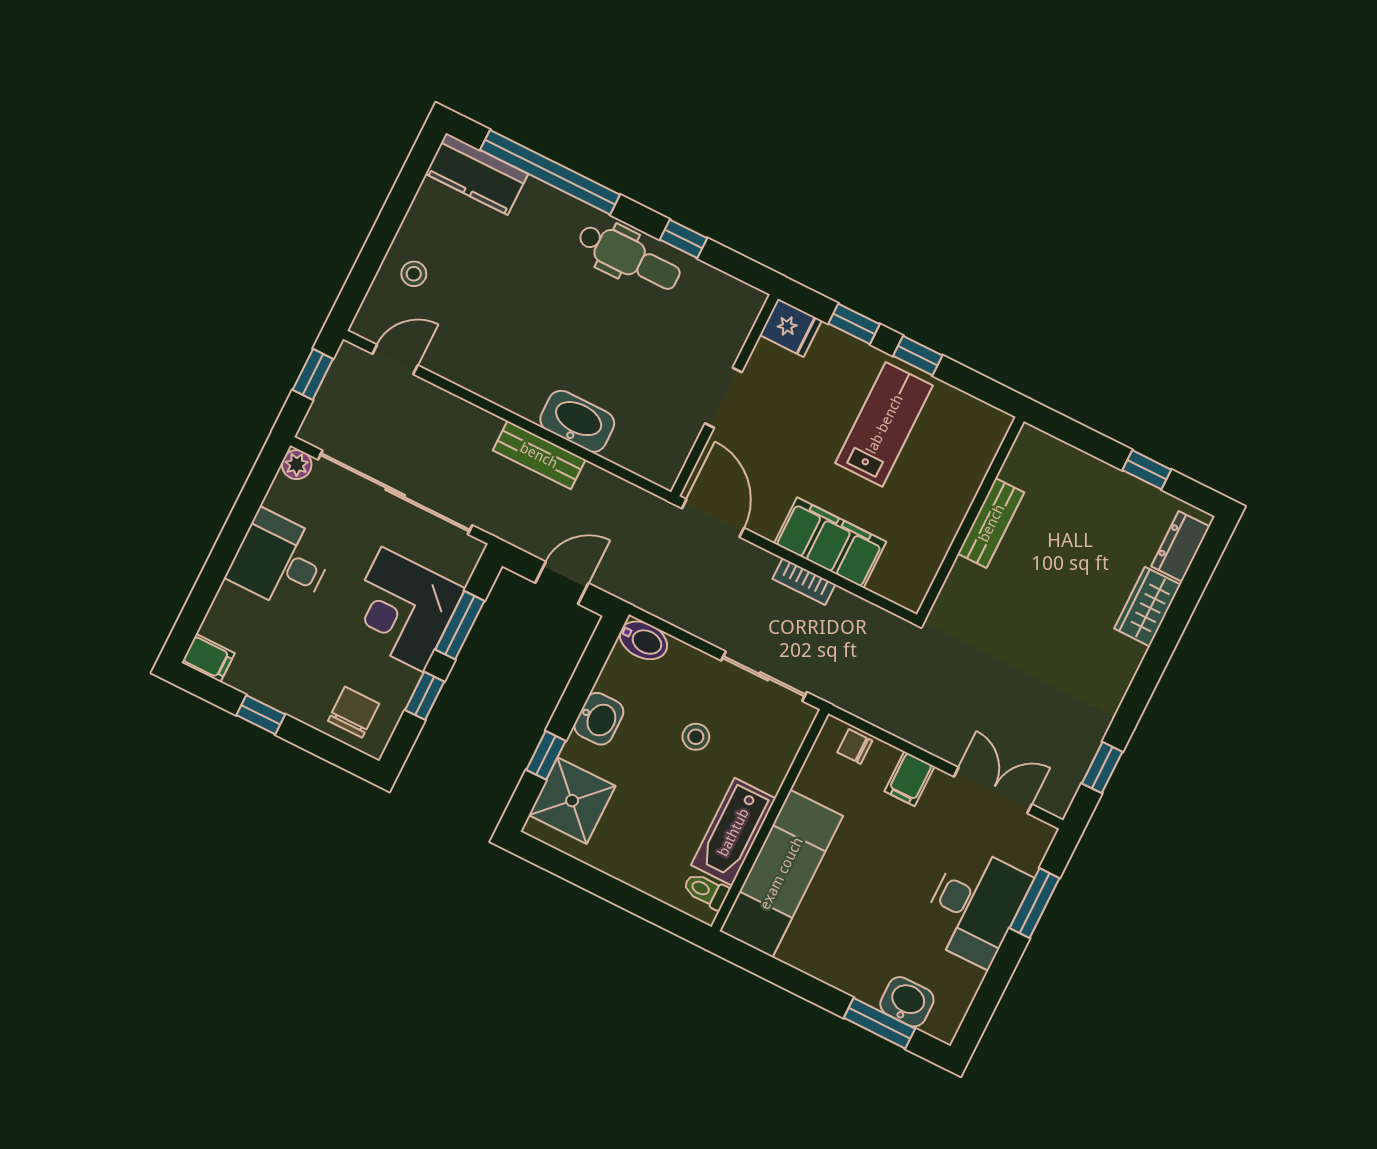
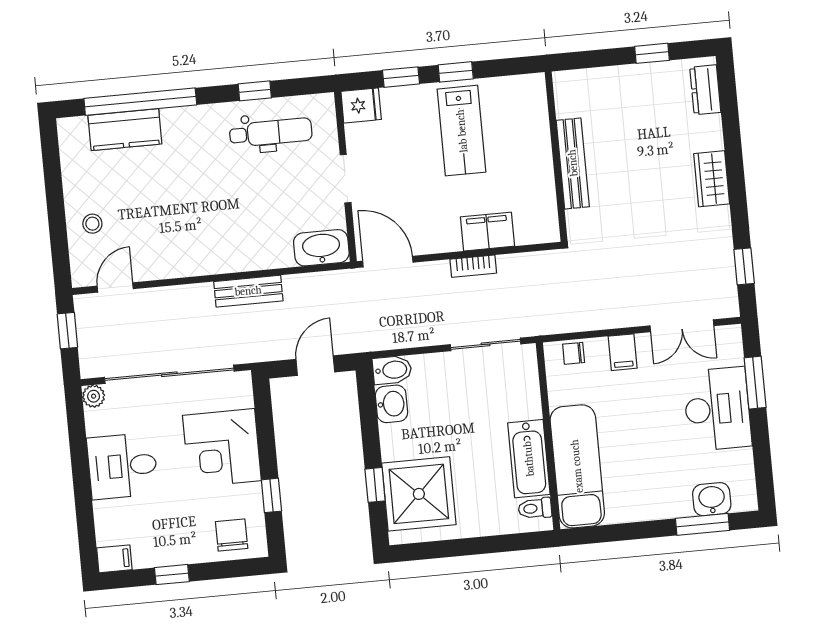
kitchen counter: (477, 174) -> (125, 130), moved
dental chair: (629, 257) -> (271, 132), moved
washbasin: (577, 421) -> (321, 248), moved
lab bench: (884, 424) -> (462, 131), turned 180
bench: (991, 523) -> (573, 163), width x1.36
filing cabinet: (830, 543) -> (487, 232), width x0.67, depth x0.86
wardrobe: (1147, 607) -> (712, 179), moved
window: (460, 625) -> (266, 435), removed
washbasin: (599, 719) -> (392, 404), moved
stool: (696, 737) -> (466, 412), removed
double door: (993, 790) -> (682, 326), swing flipped
shower: (572, 801) -> (419, 494), width x1.37, depth x1.37

